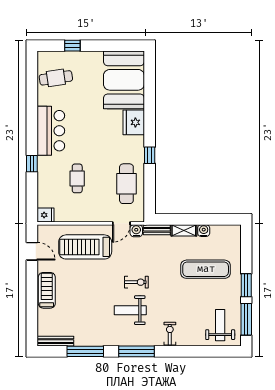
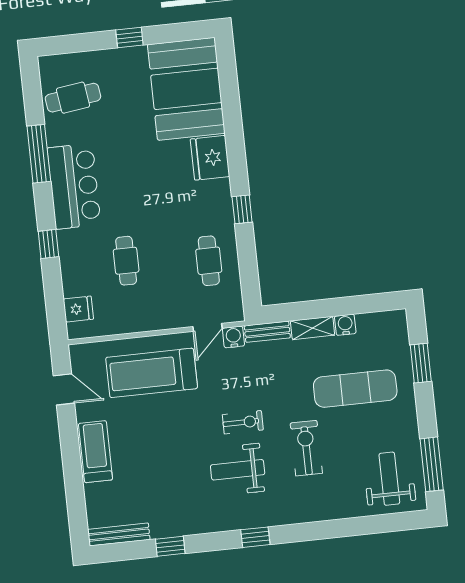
window: (72, 46) -> (129, 37), moved
window: (32, 109) -> (39, 154), added
cafe table: (126, 184) -> (209, 261), width x0.73, depth x0.74
fridge: (46, 215) -> (78, 309), moved
window: (246, 285) -> (421, 363), moved
exercise bike: (170, 334) -> (306, 448), moved, width x1.38, depth x1.39
window: (85, 351) -> (170, 546), width x0.46
window: (137, 351) -> (255, 537), width x0.46

